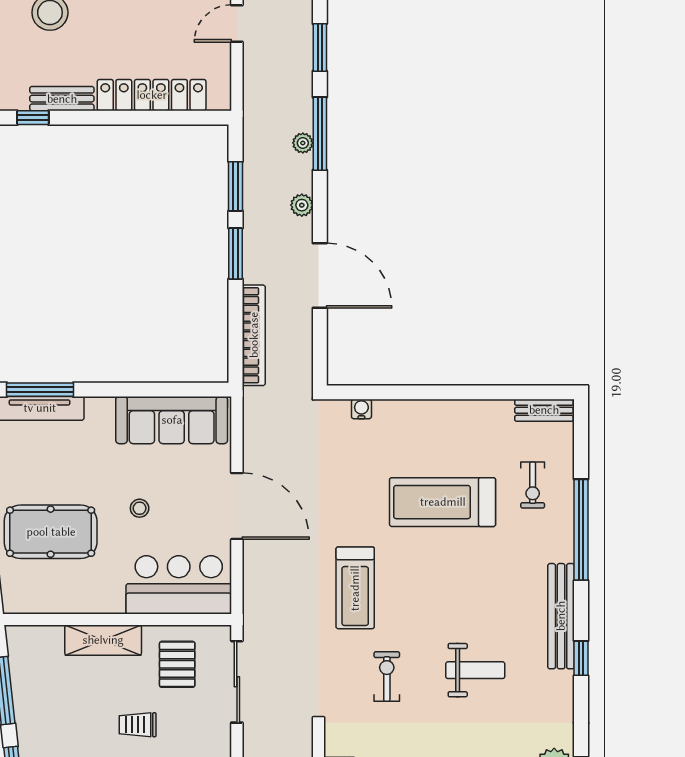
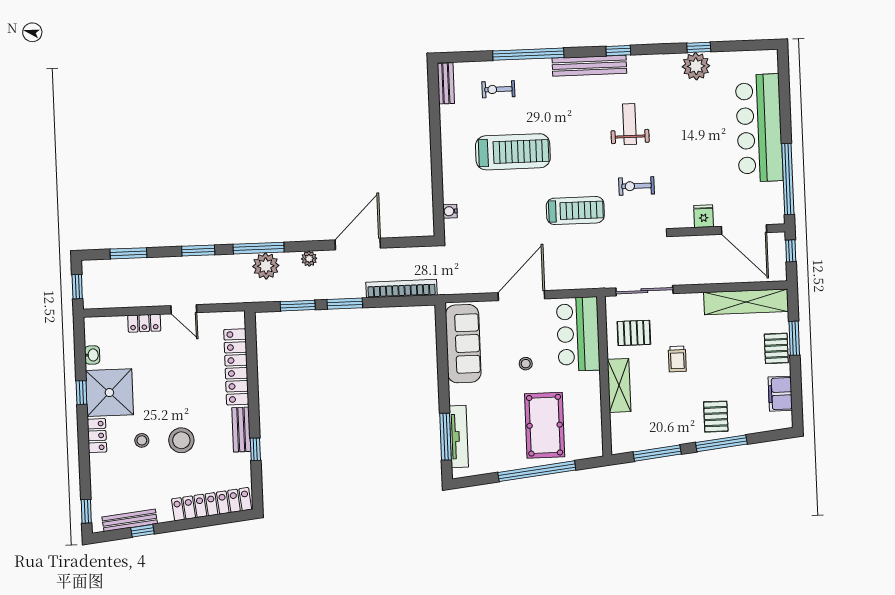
plant: (303, 143) -> (266, 266), width x1.88, depth x1.88
exercise bike: (533, 485) -> (498, 89), turned 180
treadmill: (443, 502) -> (513, 152), turned -90

